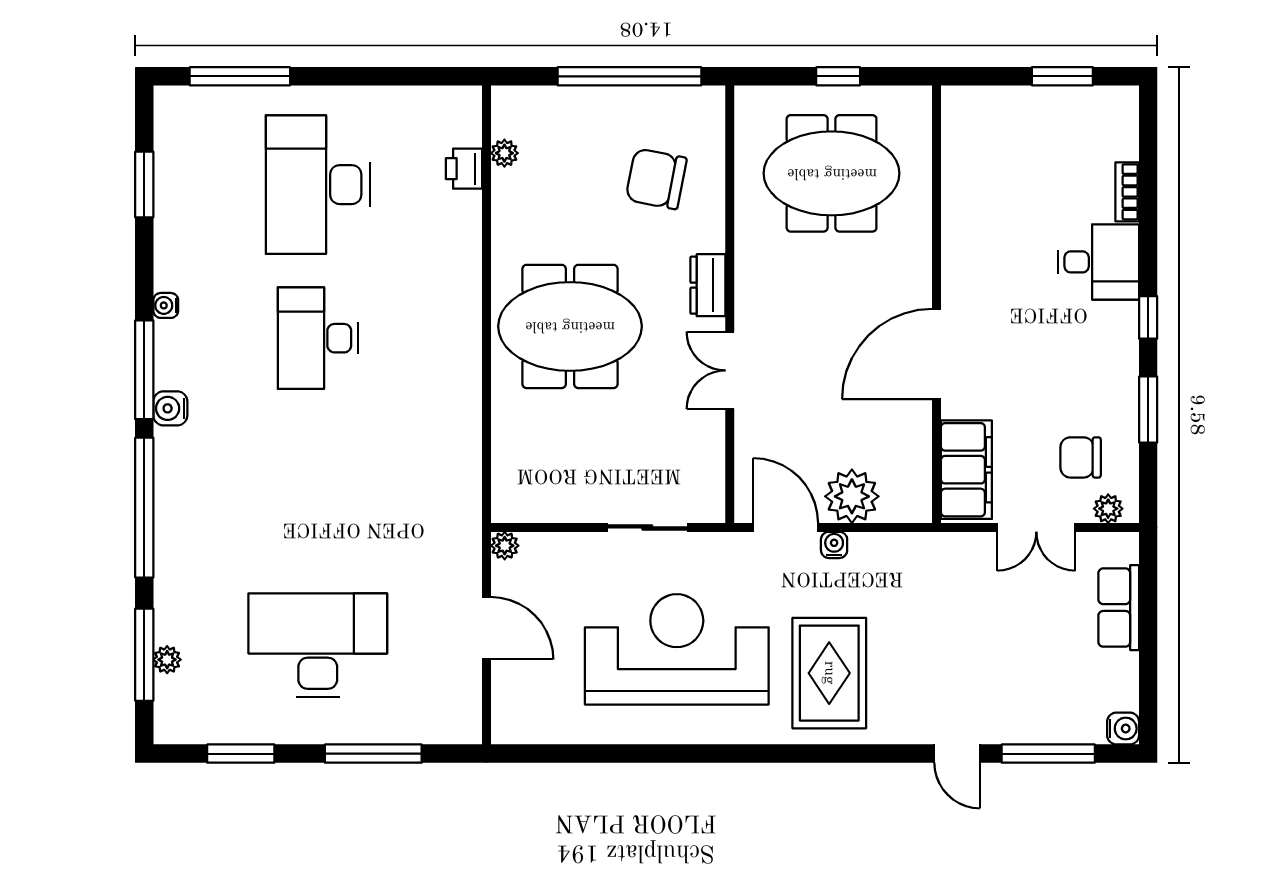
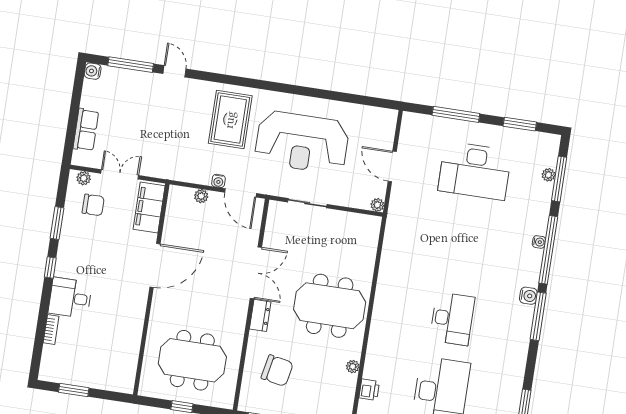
plant: (504, 153) -> (353, 367), moved
water cooler: (166, 305) -> (539, 242), moved
double door: (730, 370) -> (256, 273), width x1.37
plant: (852, 496) -> (201, 196), width x0.53, depth x0.53

